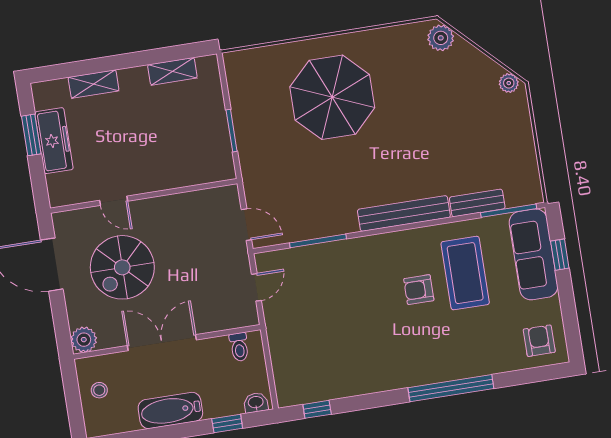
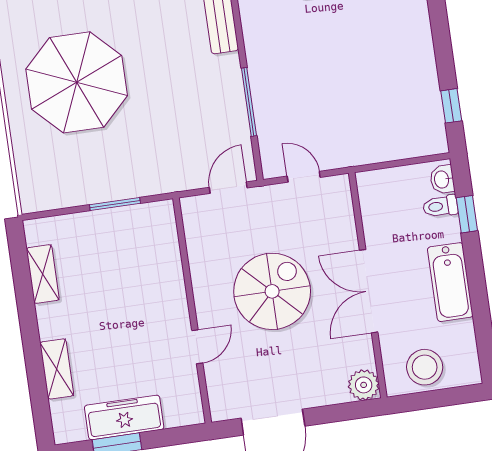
spiral stairs: (122, 267) -> (272, 291), moved, turned -90
toilet: (239, 347) -> (440, 206), moved, turned 180
stool: (99, 390) -> (425, 367), width x1.89, depth x1.89

